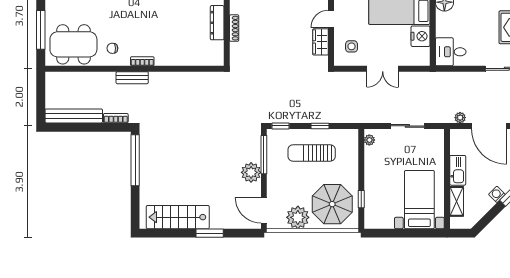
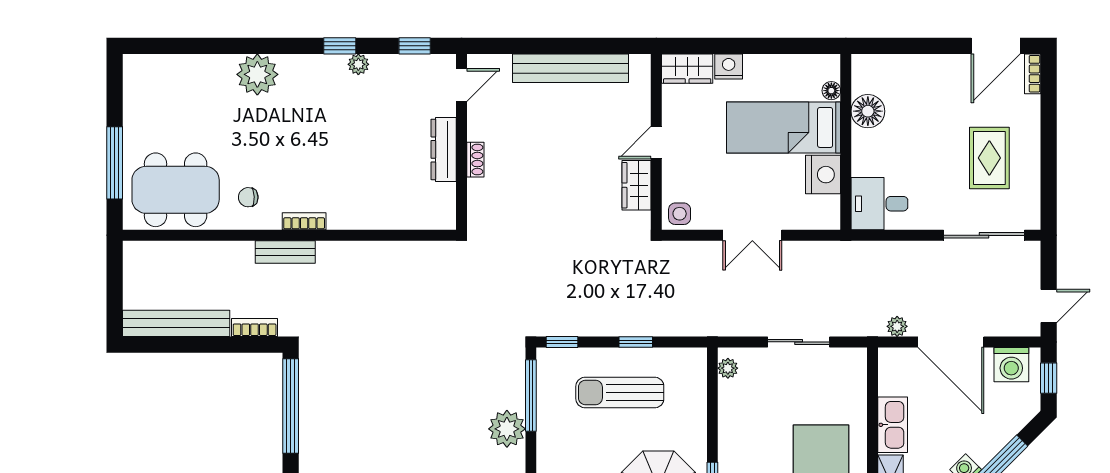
shoe rack: (234, 28) -> (475, 160), width x0.70
side table: (352, 46) -> (680, 214), moved

